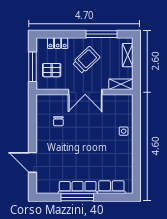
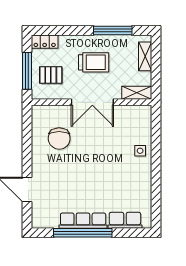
locker: (58, 43) -> (45, 42), moved
trolley: (86, 60) -> (94, 62), turned 44
chair: (58, 121) -> (59, 138), width x1.87, depth x1.87
window: (77, 197) -> (83, 233), width x1.46

